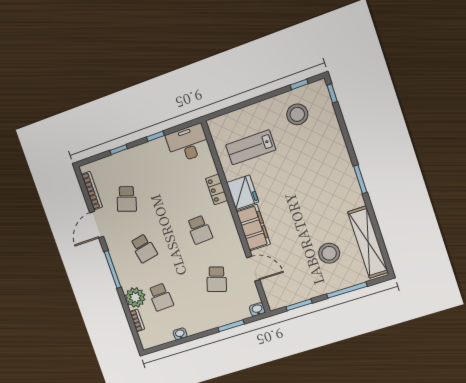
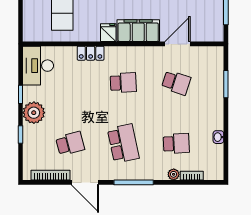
plant: (143, 155) -> (34, 113), added
fridge: (243, 192) -> (108, 33), width x0.53, depth x0.75
school desk: (127, 199) -> (70, 143), turned -33
school desk: (144, 248) -> (123, 143), width x1.85
plant: (135, 297) -> (174, 174), width x0.53, depth x0.53
washbasin: (257, 309) -> (218, 53), removed

